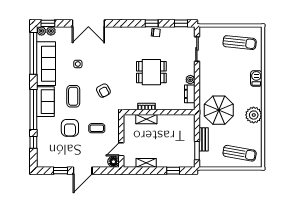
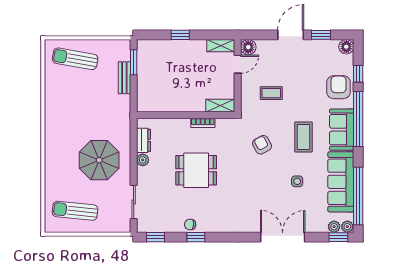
barbecue: (256, 78) -> (52, 161), removed
parasol: (219, 110) -> (99, 160), moved
plant: (254, 115) -> (56, 111), removed
shelving: (146, 119) -> (220, 106), moved
armchair: (70, 128) -> (339, 87), moved
floor lamp: (42, 162) -> (346, 47), added
shelving: (146, 163) -> (221, 46), moved
window: (173, 171) -> (180, 35), moved

